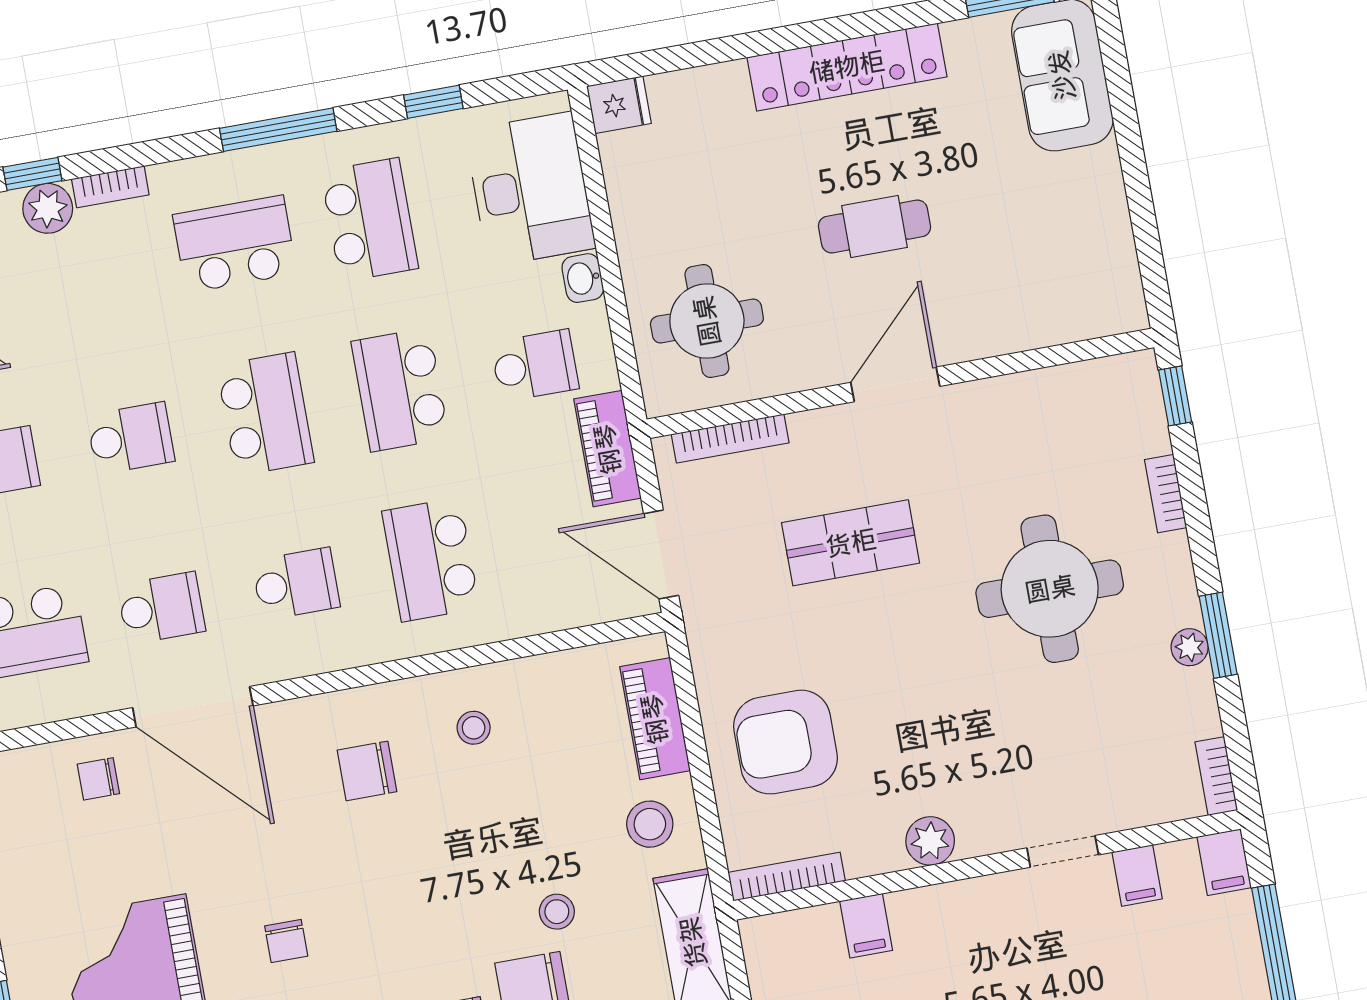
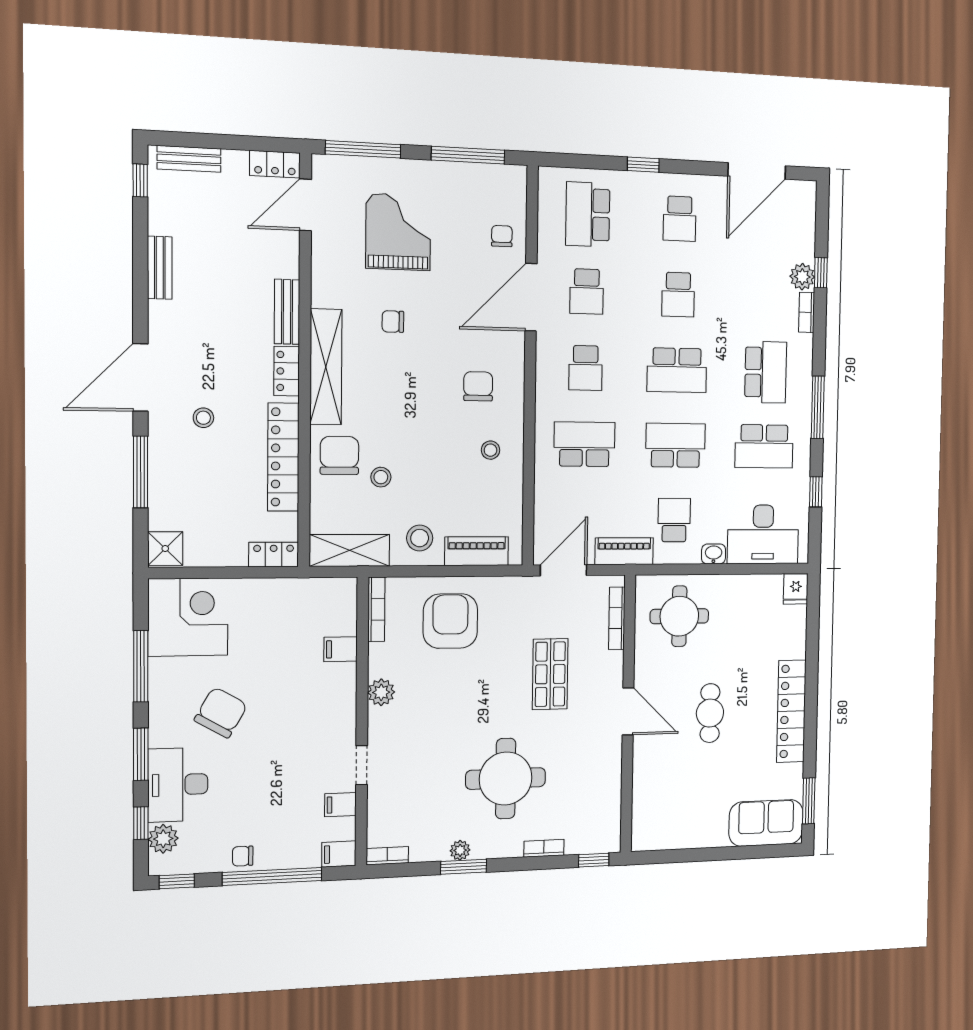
school desk: (535, 366) -> (674, 520), turned 180

